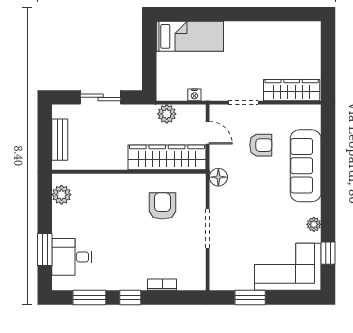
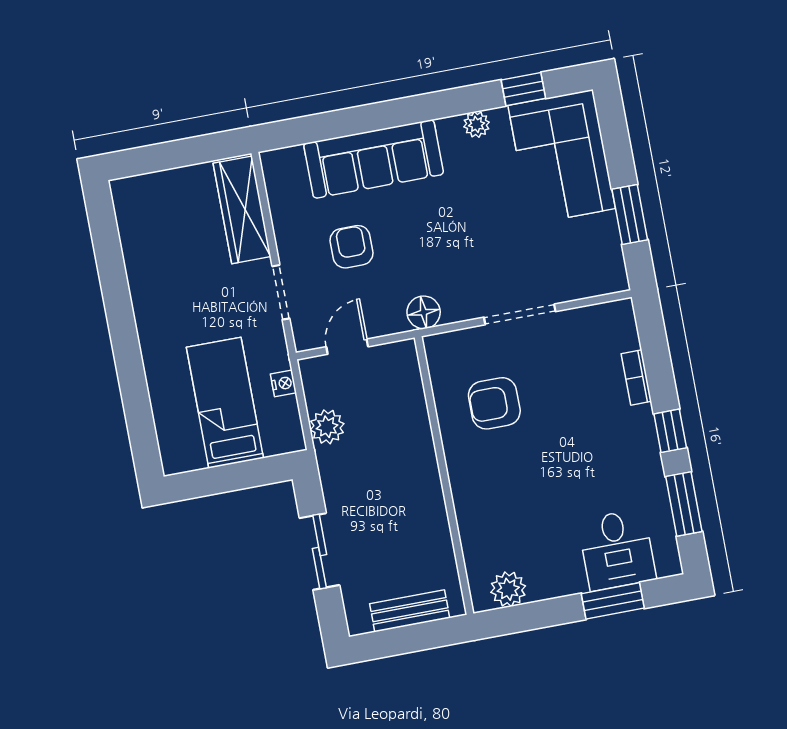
bed: (190, 36) -> (225, 403), moved
wardrobe: (167, 157) -> (405, 412), removed

